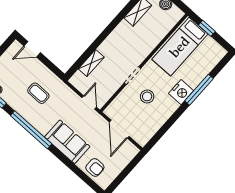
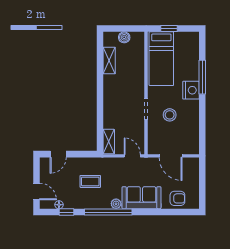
shelving: (91, 63) -> (109, 142), moved
plant: (43, 129) -> (116, 204), added

